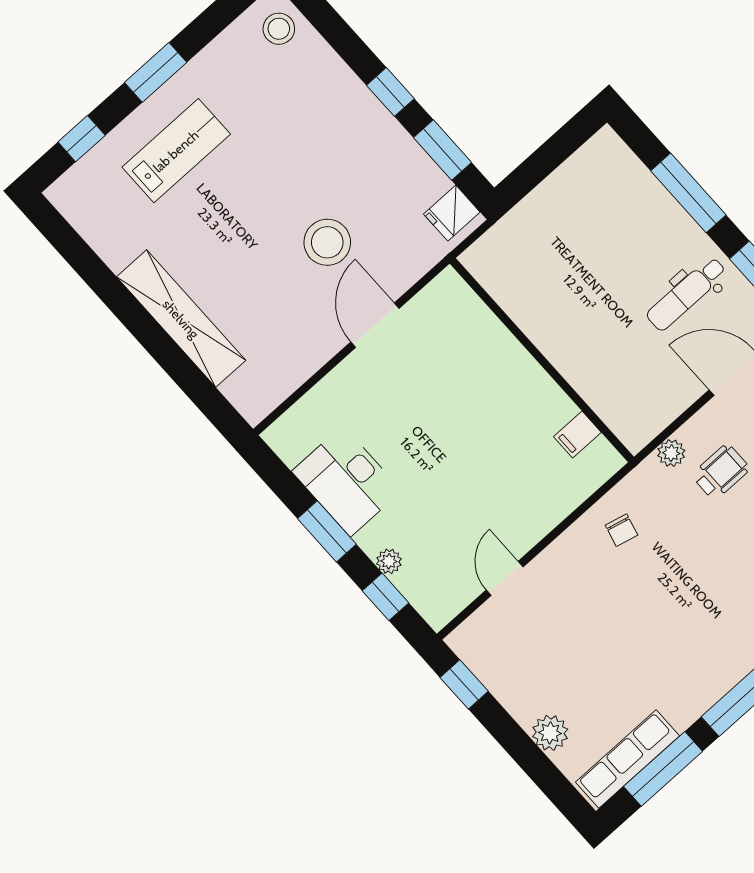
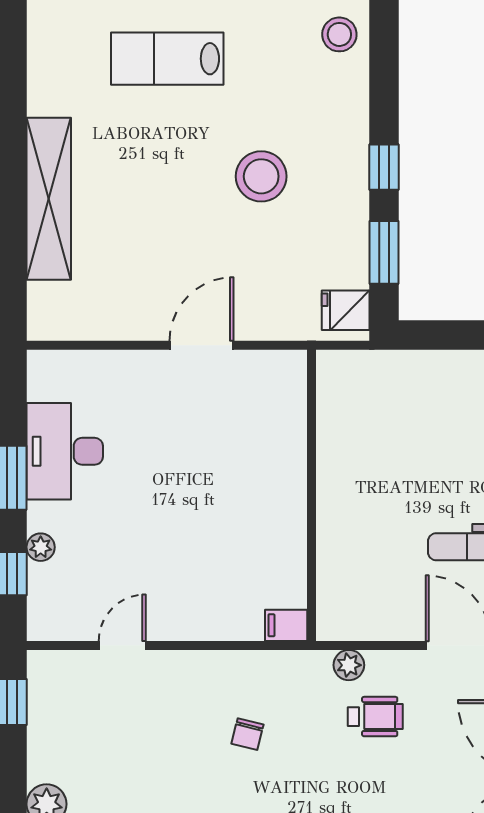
lab bench: (176, 151) -> (167, 59), turned 180
stool: (327, 242) -> (261, 176), moved
filing cabinet: (577, 435) -> (286, 625), moved
chair: (621, 530) -> (247, 734), moved

